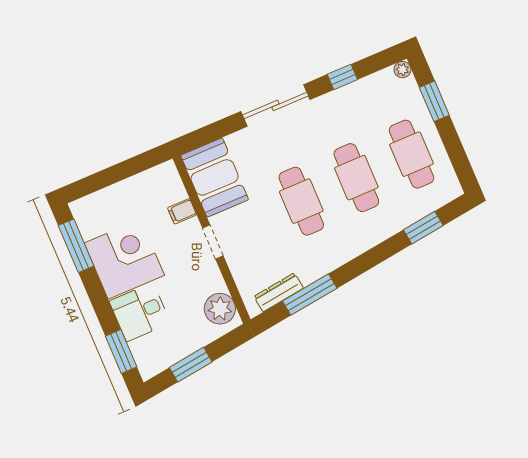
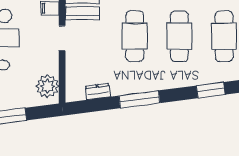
dresser: (279, 292) -> (98, 91), width x0.70
window: (310, 295) -> (139, 99), moved

